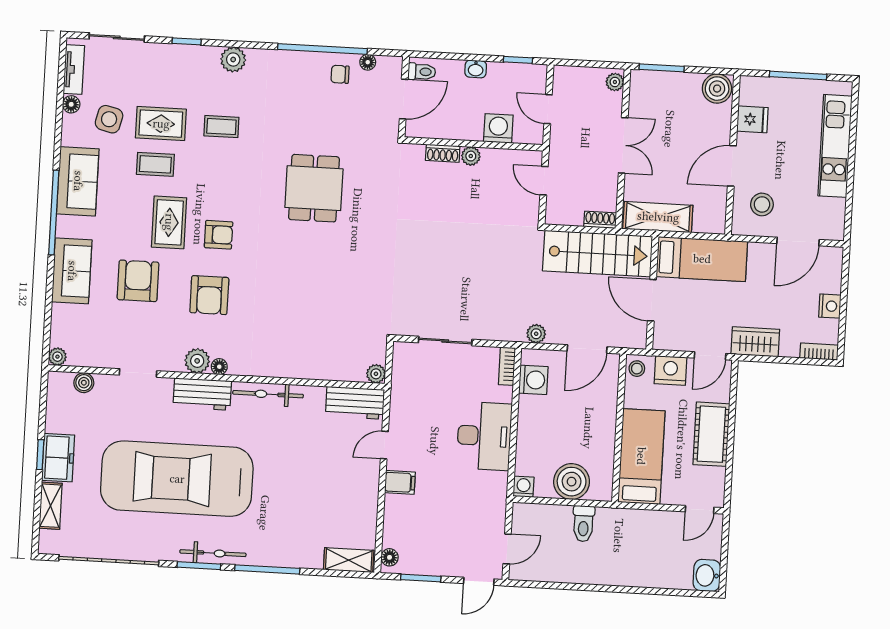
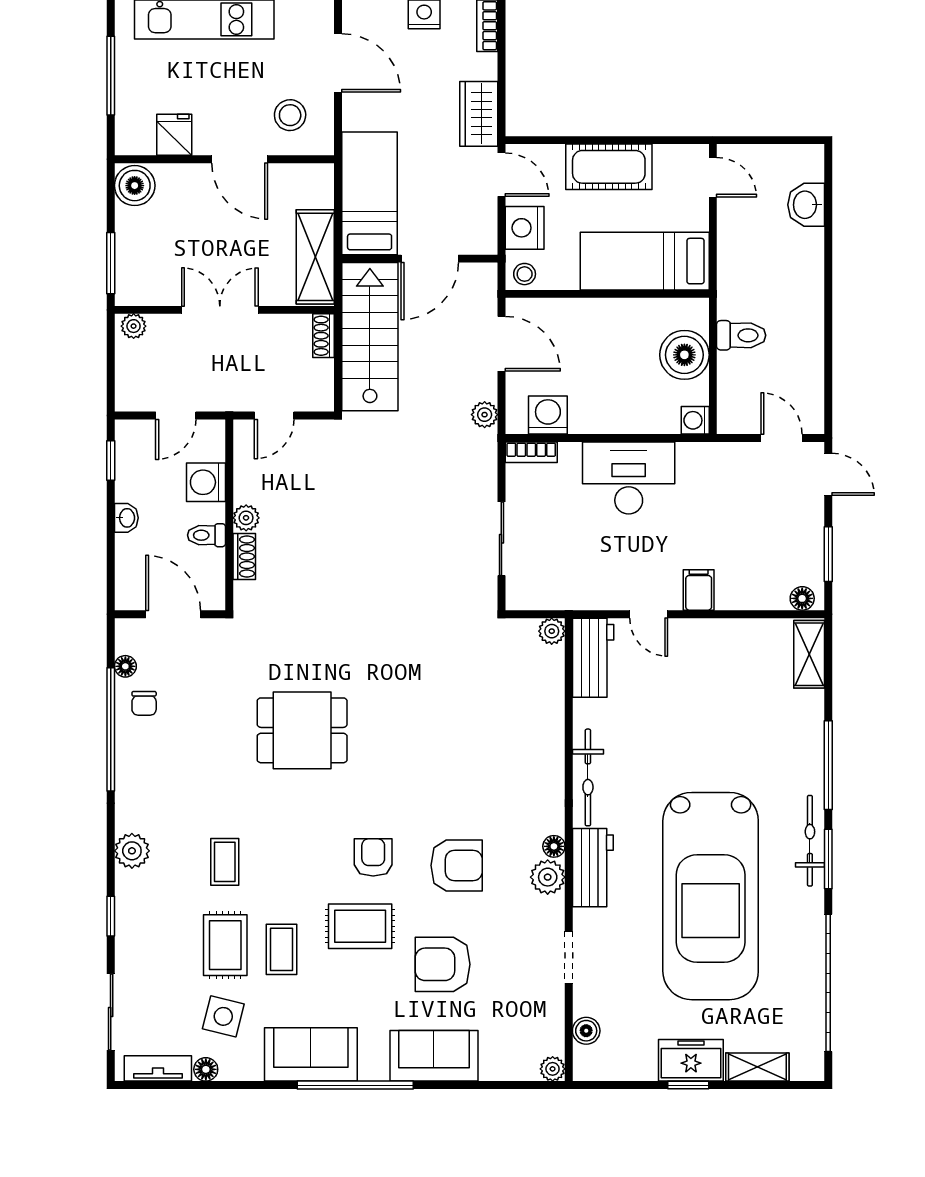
toilet: (422, 72) -> (206, 535), moved, turned -90
washbasin: (707, 575) -> (806, 205), moved, turned 90

